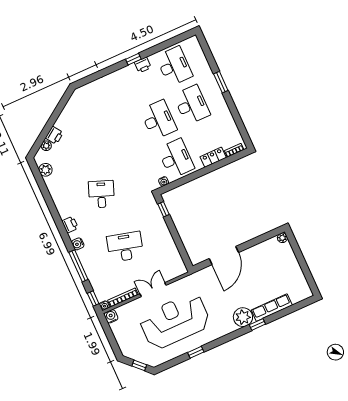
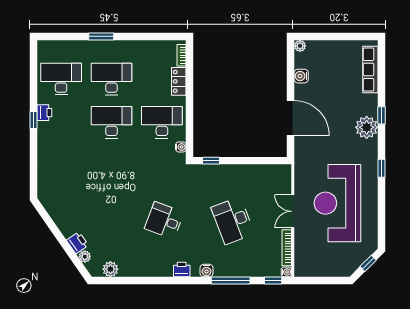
desk: (125, 247) -> (233, 221), turned -36
row of seats: (272, 308) -> (370, 69), moved
water cooler: (111, 316) -> (301, 76), moved
window: (196, 352) -> (382, 168), moved

